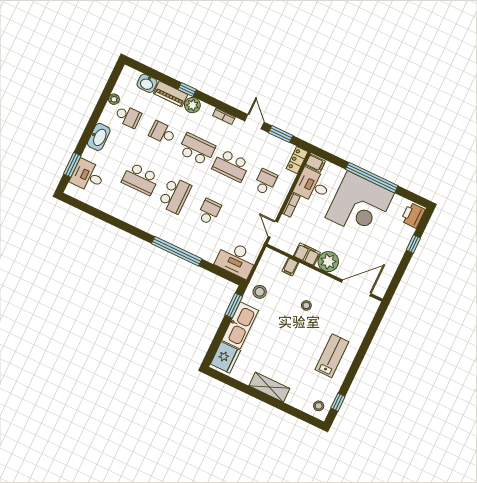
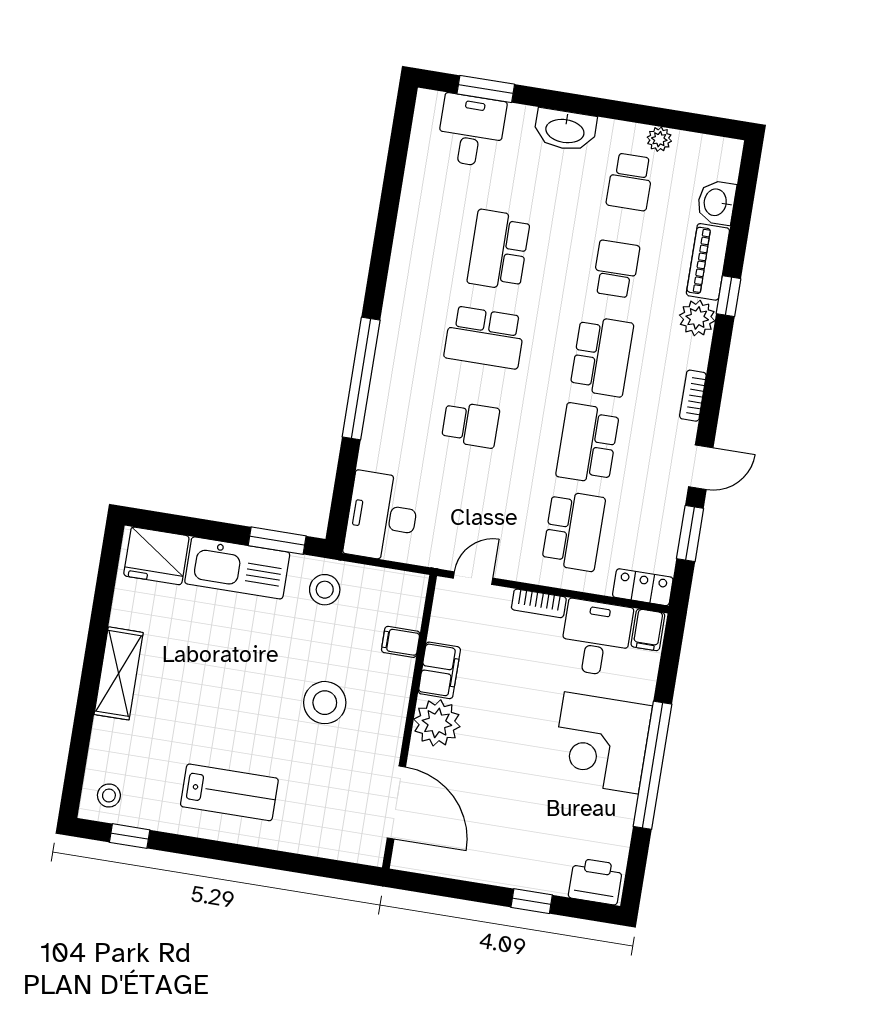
school desk: (265, 182) -> (574, 531), width x1.85
corner desk: (360, 205) -> (601, 743), width x0.74, depth x0.74
stool: (306, 305) -> (325, 703), width x1.89, depth x1.89

